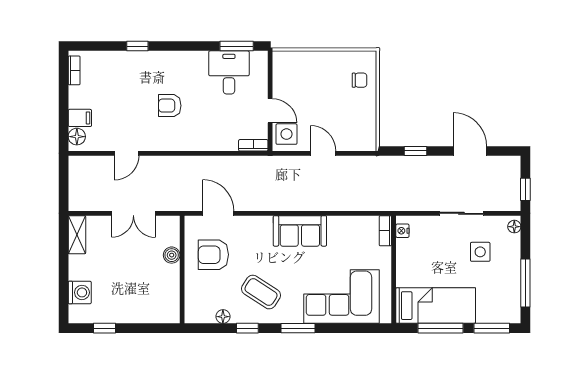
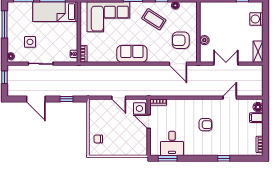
armchair: (213, 255) -> (181, 40), turned 180

